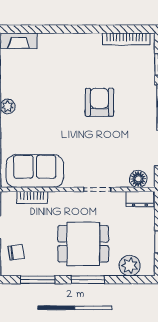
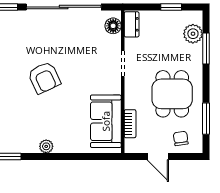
armchair: (99, 102) -> (44, 78), moved, turned -115
dining table: (83, 244) -> (172, 94), moved
window: (88, 280) -> (206, 48), moved

